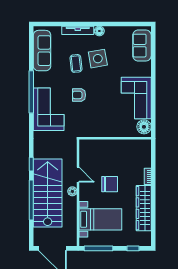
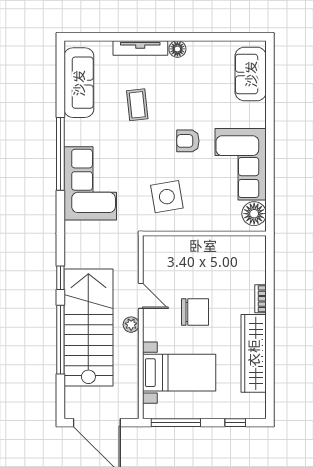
side table: (98, 59) -> (167, 197), moved
armchair: (79, 95) -> (188, 141), moved

